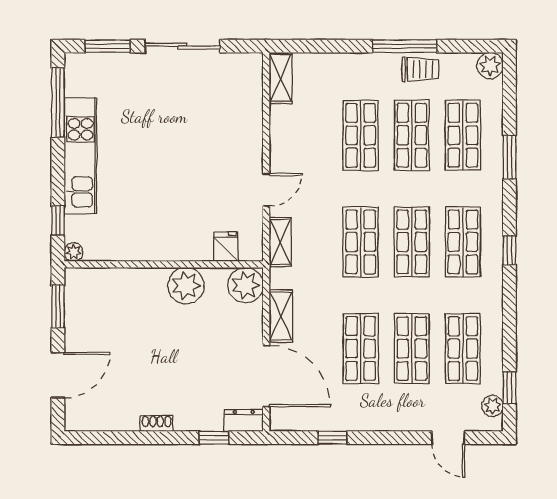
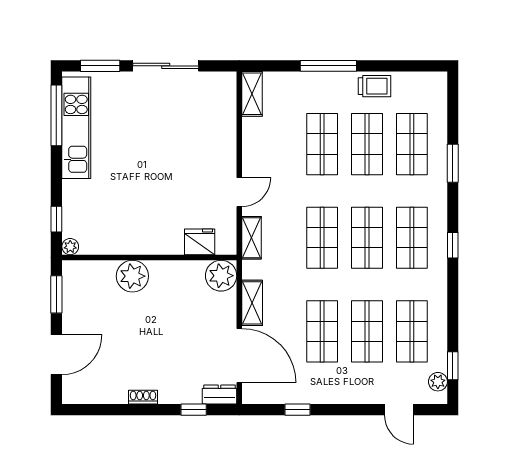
window: (405, 46) -> (328, 66), moved
plant: (490, 66) -> (436, 83), removed
kitchen unit: (81, 156) -> (76, 128), moved
fridge: (226, 247) -> (200, 242), width x1.38
plant: (186, 286) -> (132, 276), moved

